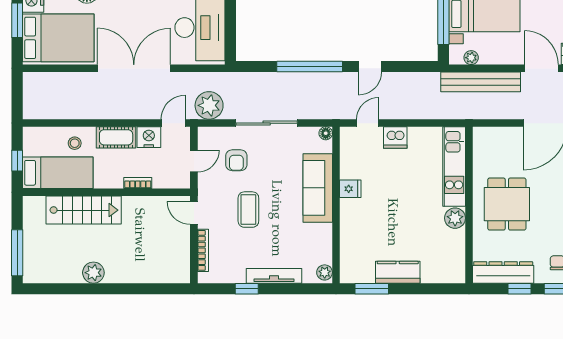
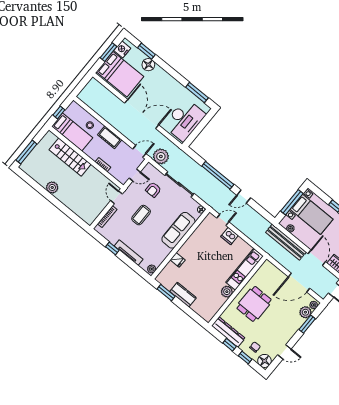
nightstand: (149, 137) -> (124, 149), removed
fridge: (350, 189) -> (178, 260), moved

